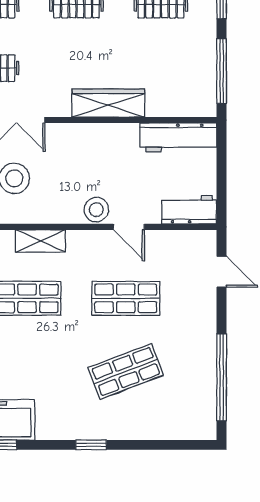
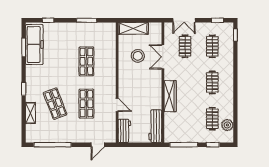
stool: (96, 210) -> (124, 91), removed
door: (129, 227) -> (117, 105), swing flipped
shelving: (40, 241) -> (30, 113), moved

